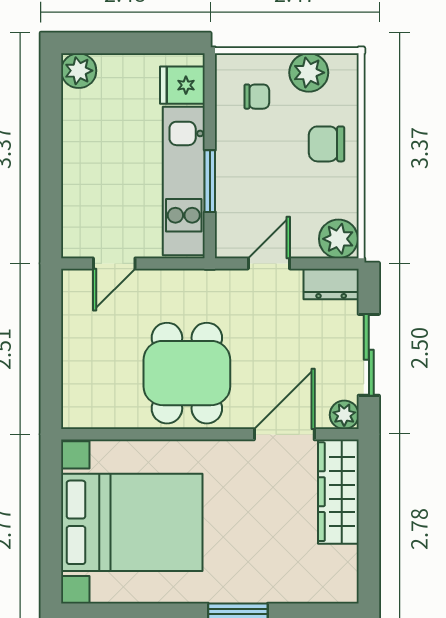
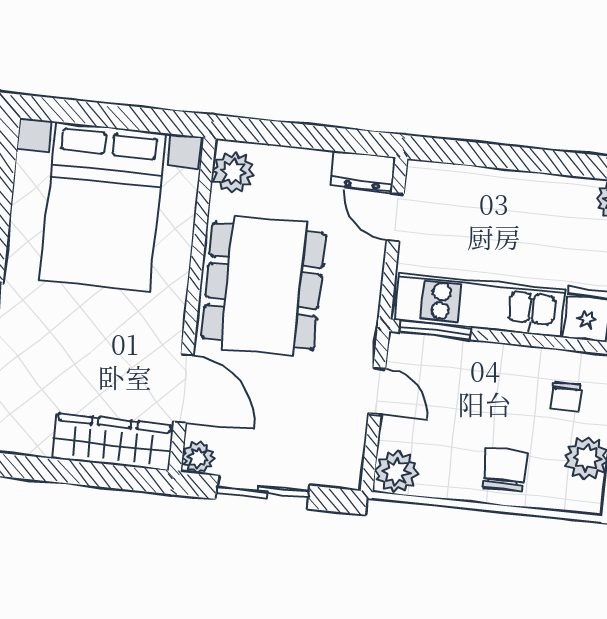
window: (210, 181) -> (435, 330), moved
dresser: (331, 284) -> (363, 171), moved, turned -90
dining table: (187, 373) -> (264, 286), width x1.38
plant: (90, 410) -> (233, 172), added

